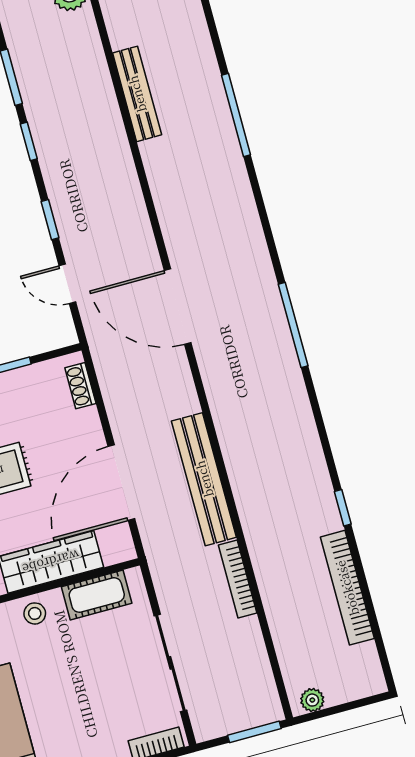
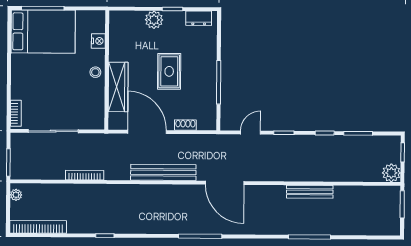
bench: (137, 94) -> (310, 192), moved
door: (178, 307) -> (225, 183), swing flipped
shoe rack: (80, 386) -> (185, 125), moved
bench: (204, 479) -> (163, 172), moved
bookcase: (347, 588) -> (38, 227), moved
cot: (97, 595) -> (96, 105), removed

